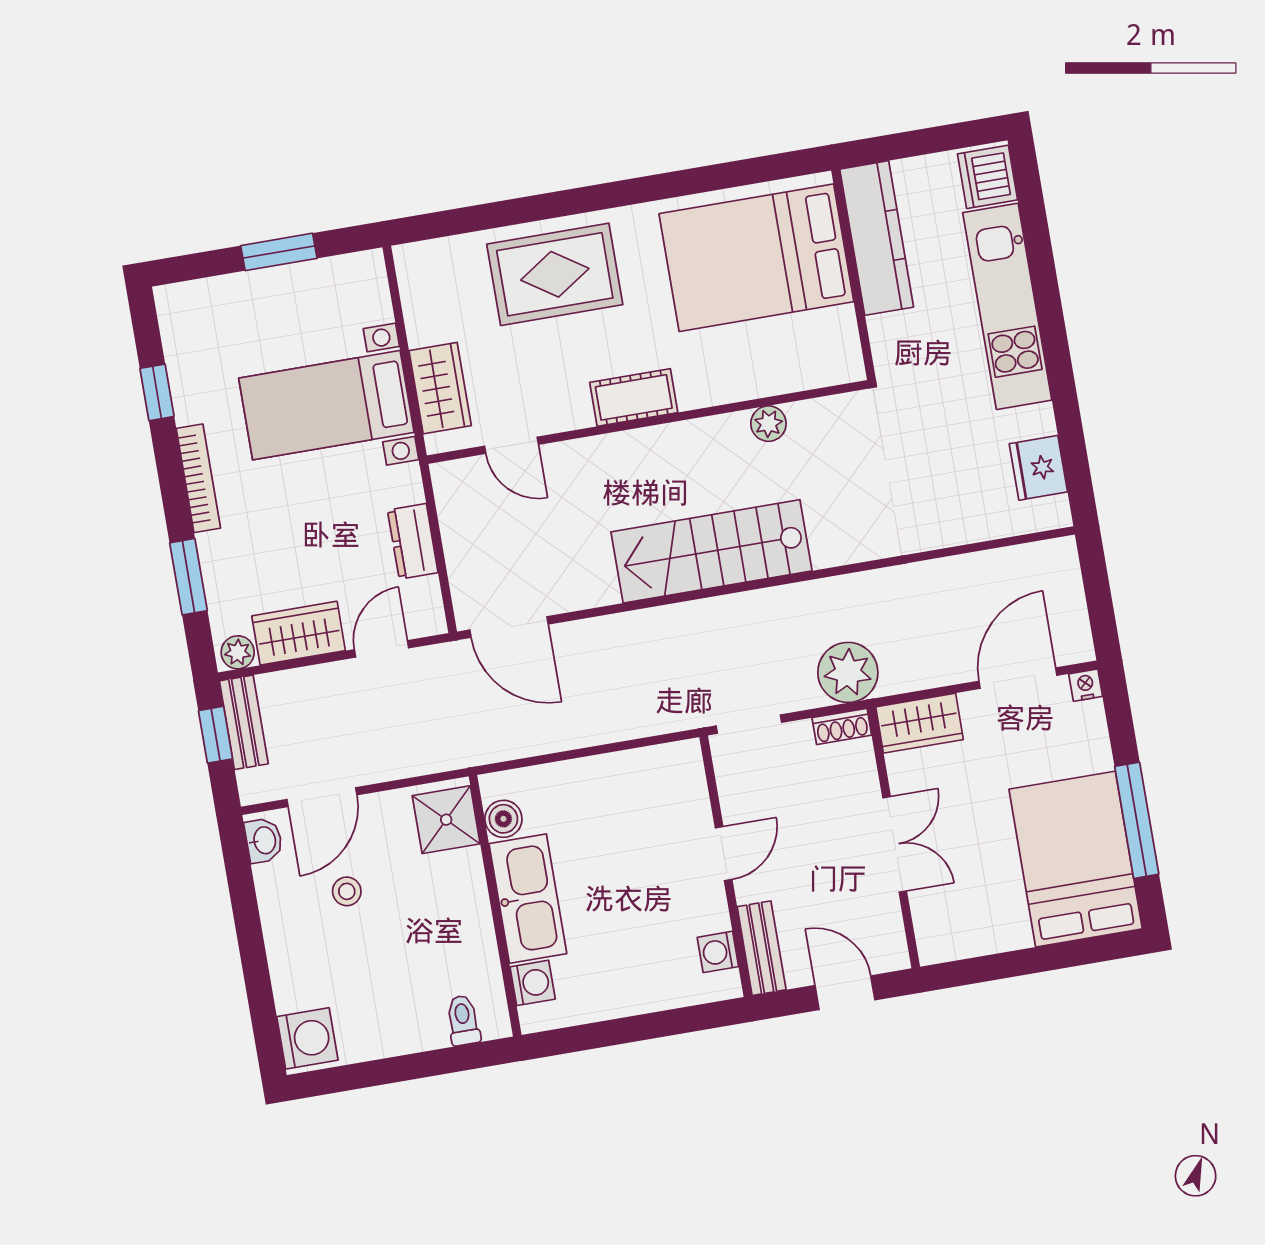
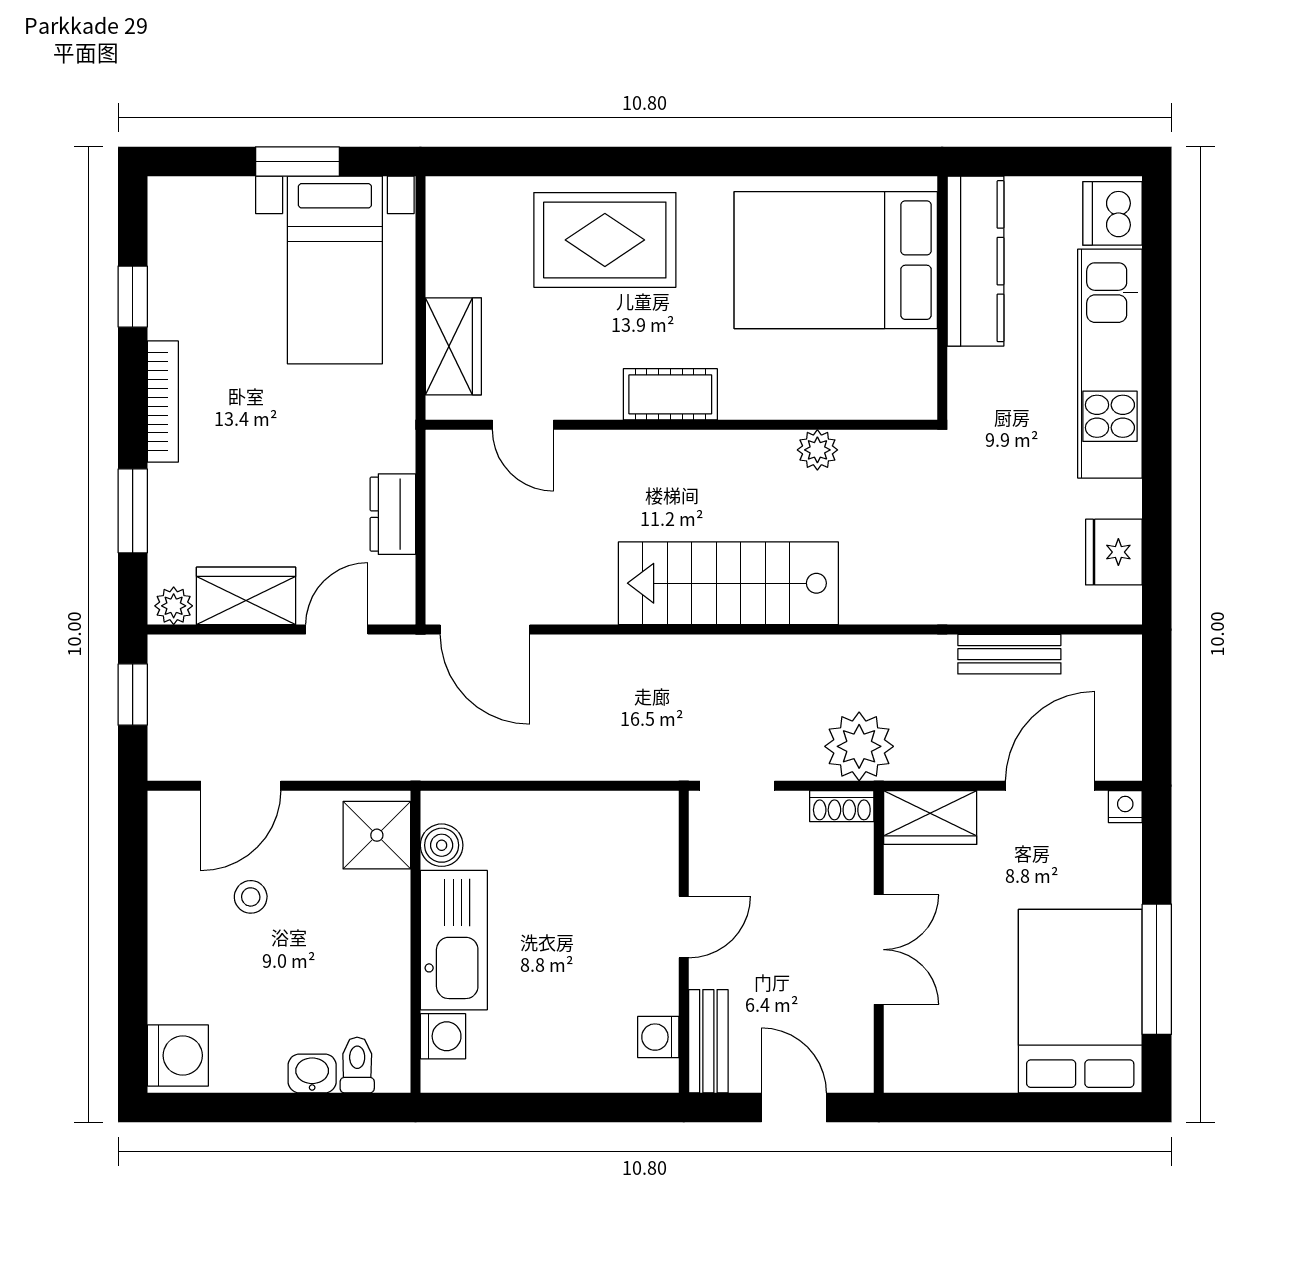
bed with nightstands: (326, 405) -> (335, 270), moved, turned -90
bench: (244, 722) -> (1009, 654), moved, turned 90
washbasin: (264, 840) -> (312, 1073), moved, turned -90

